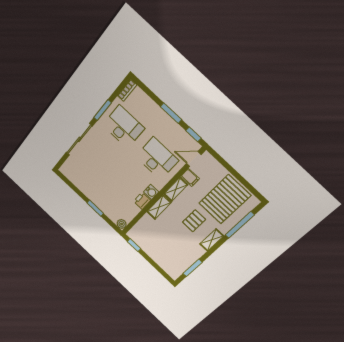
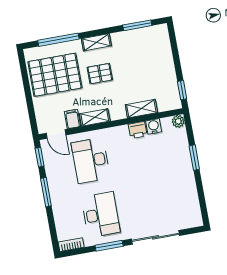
desk: (123, 127) -> (101, 215), turned 180
water cooler: (151, 192) -> (154, 126), moved
shelving: (159, 207) -> (141, 109), moved

